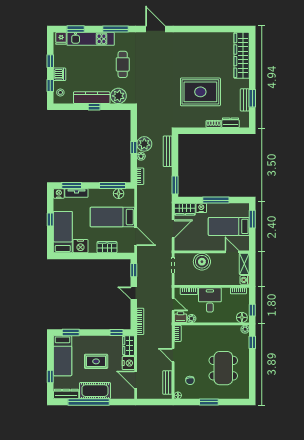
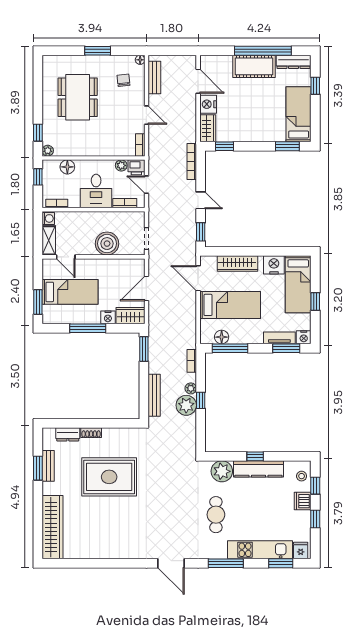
wardrobe: (107, 247) -> (237, 264), width x1.50
floor lamp: (242, 317) -> (67, 167), moved
rug: (96, 361) -> (253, 106), removed

